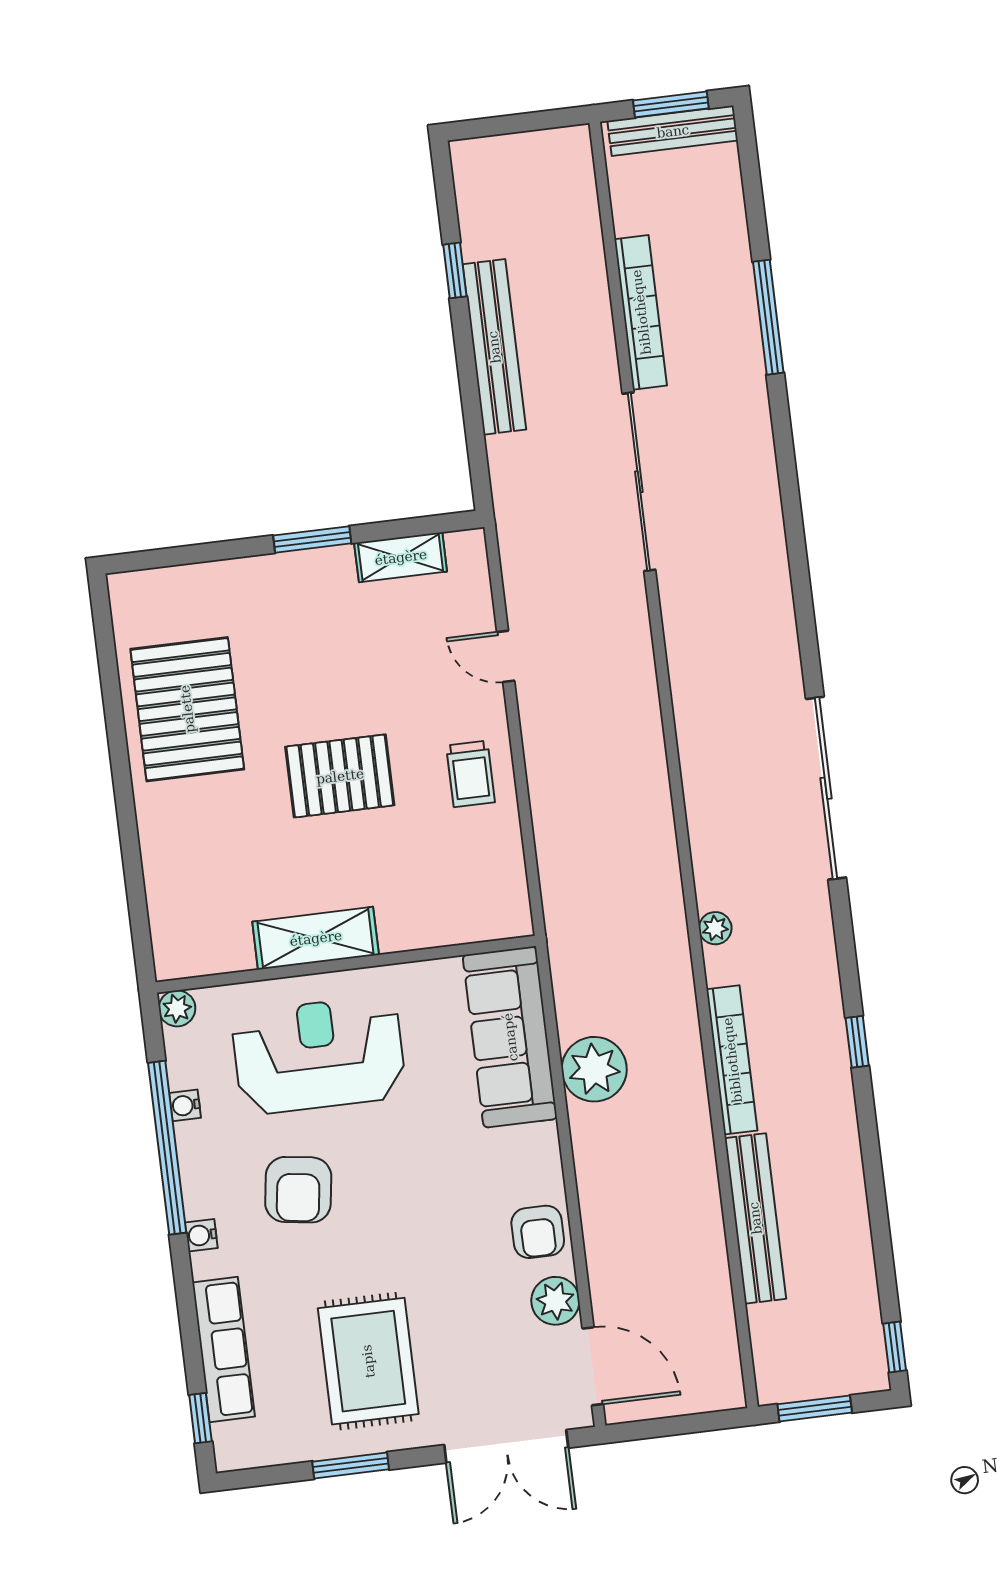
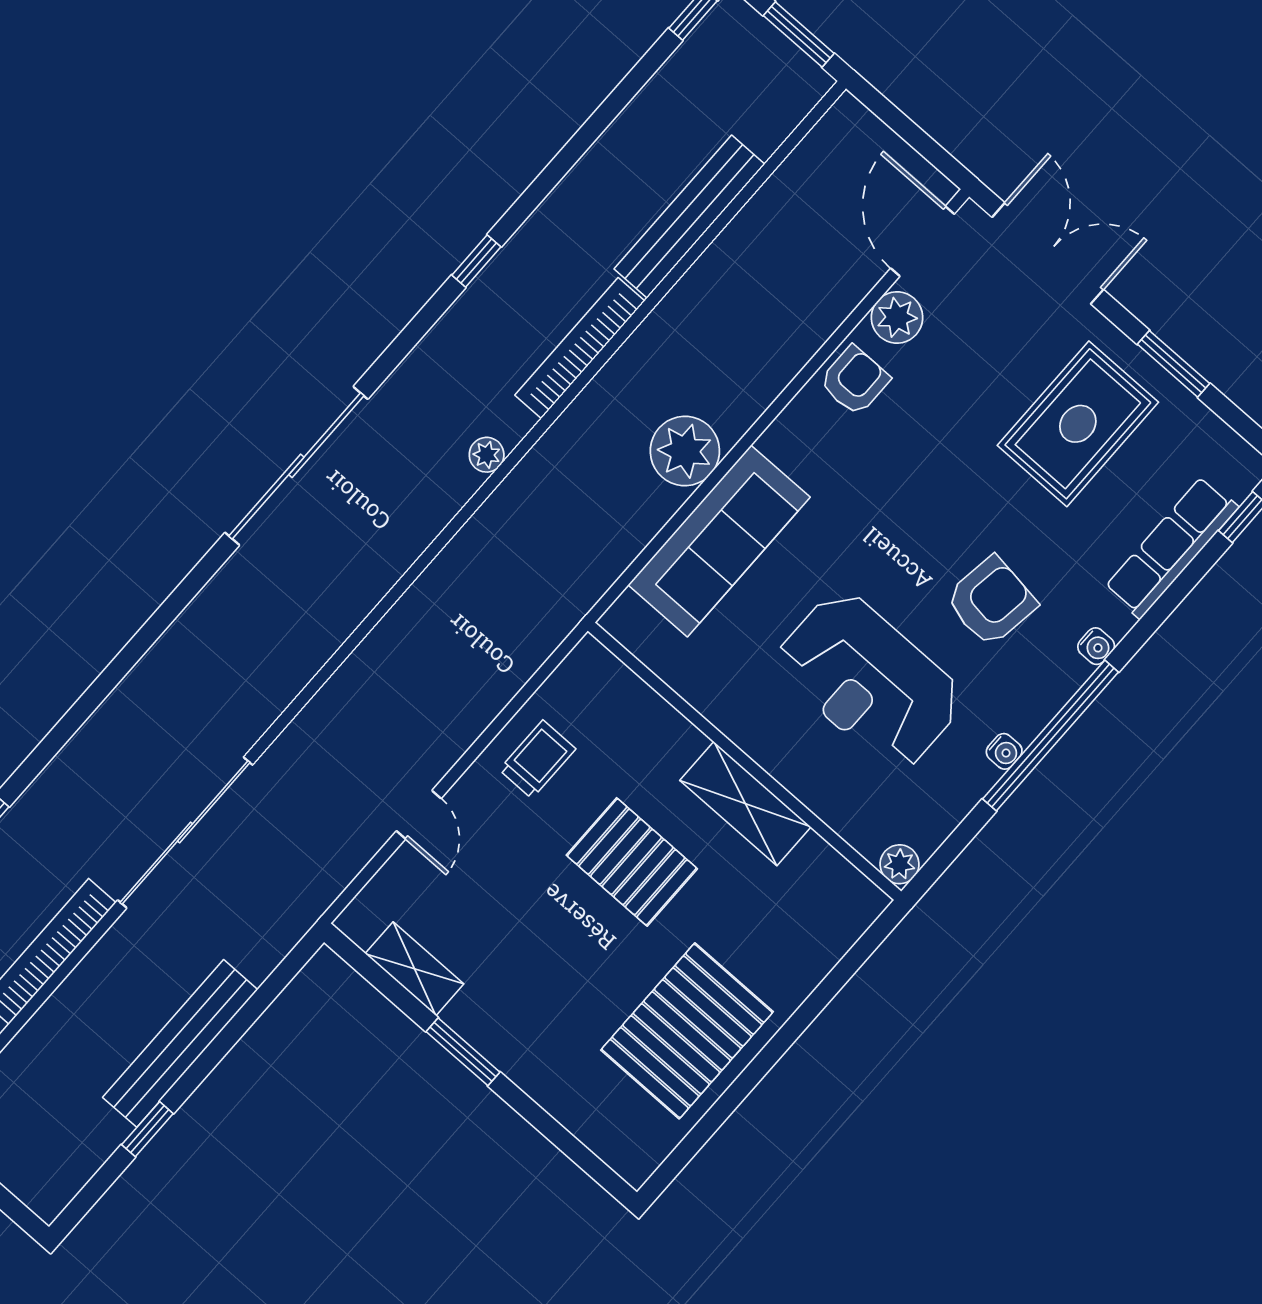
shelving: (316, 938) -> (745, 804), moved
wall: (346, 964) -> (745, 761), moved
plant: (177, 1008) -> (900, 864), moved

